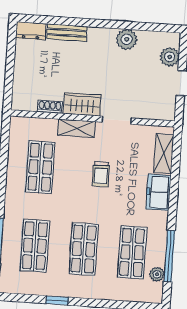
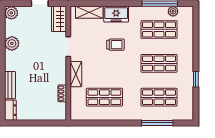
plant: (170, 57) -> (11, 13), moved
wardrobe: (82, 104) -> (59, 19), moved
trolley: (101, 174) -> (115, 45), moved

